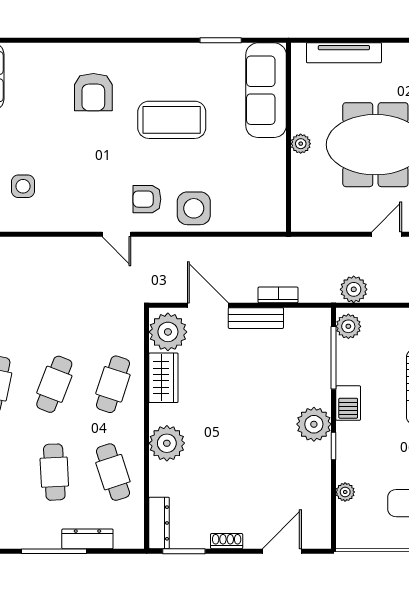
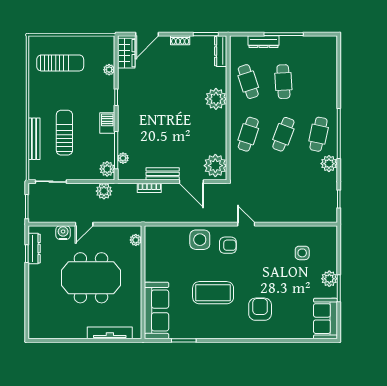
plant: (301, 144) -> (136, 240), moved
wardrobe: (163, 378) -> (126, 53), moved, turned 180
plant: (314, 424) -> (123, 158), moved, width x0.53, depth x0.53

